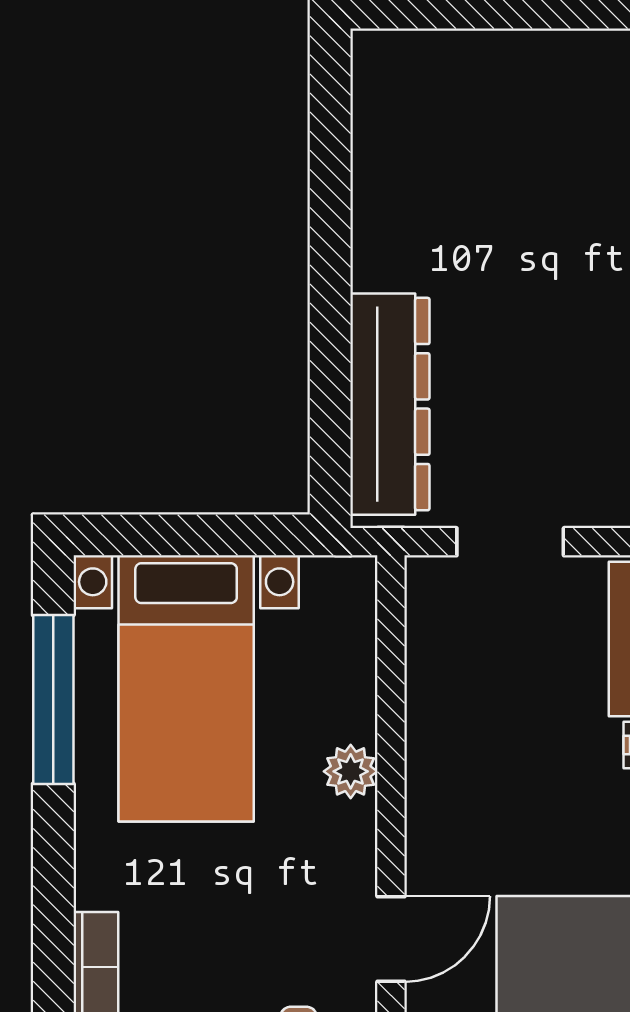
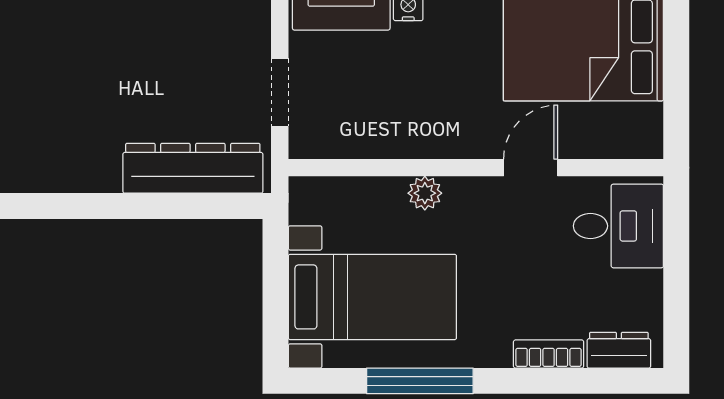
window: (53, 699) -> (420, 381), moved
door: (391, 939) -> (531, 168), hinge flipped

